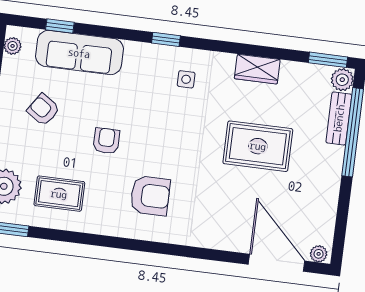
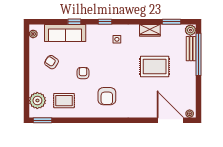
window: (60, 26) -> (74, 22), moved
window: (328, 60) -> (172, 22), moved
armchair: (150, 196) -> (107, 96), turned 90

